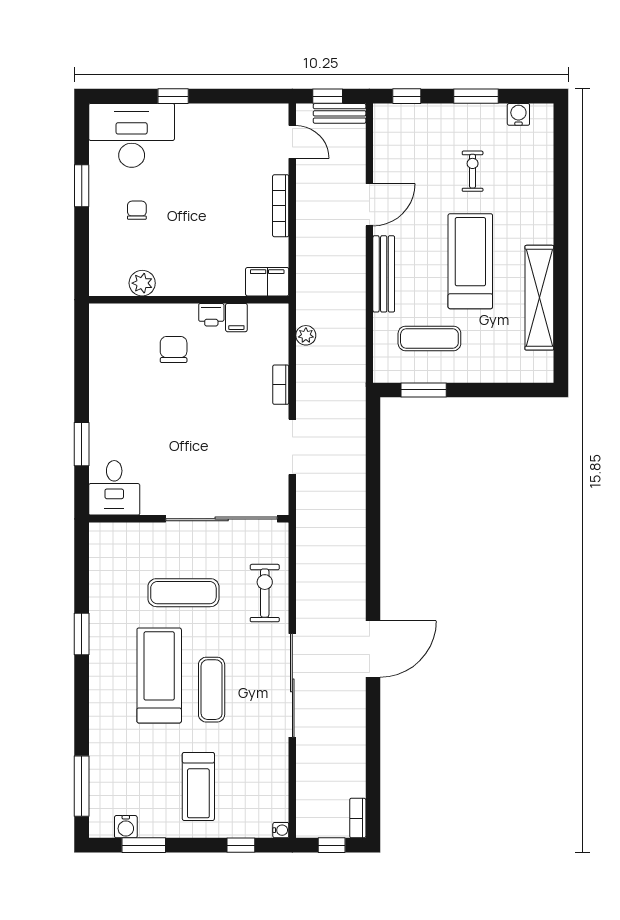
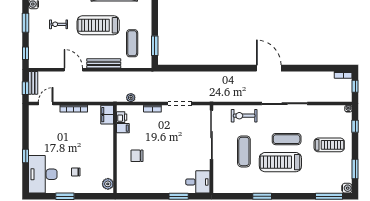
plant: (142, 283) -> (108, 184), moved
printer: (211, 315) -> (122, 117), moved
water cooler: (126, 827) -> (347, 188), moved

